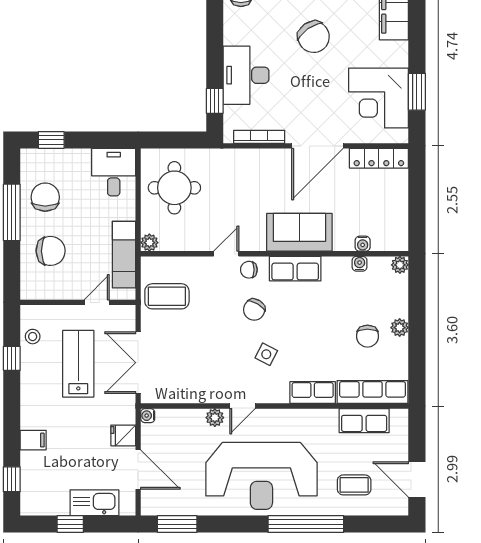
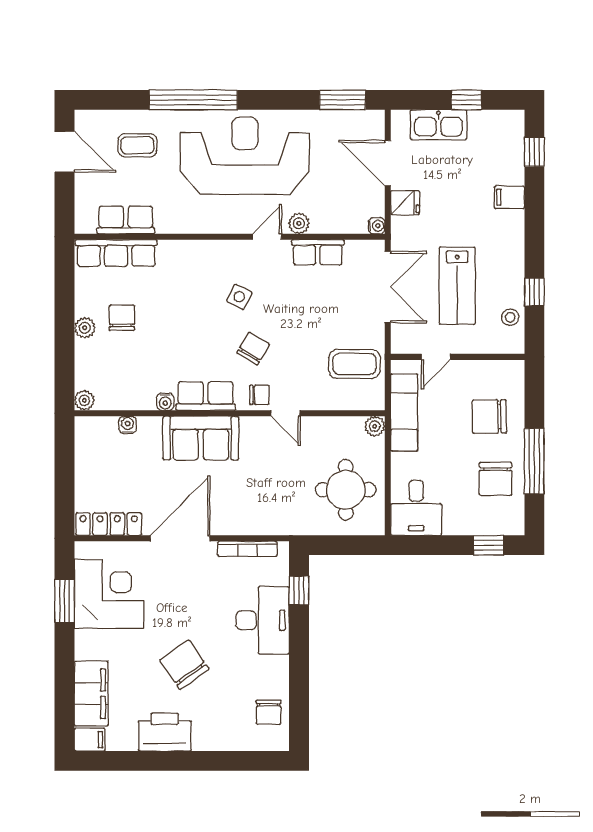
door: (226, 254) -> (286, 413), hinge flipped
water cooler: (360, 264) -> (165, 402), moved
row of seats: (313, 393) -> (318, 252), moved

